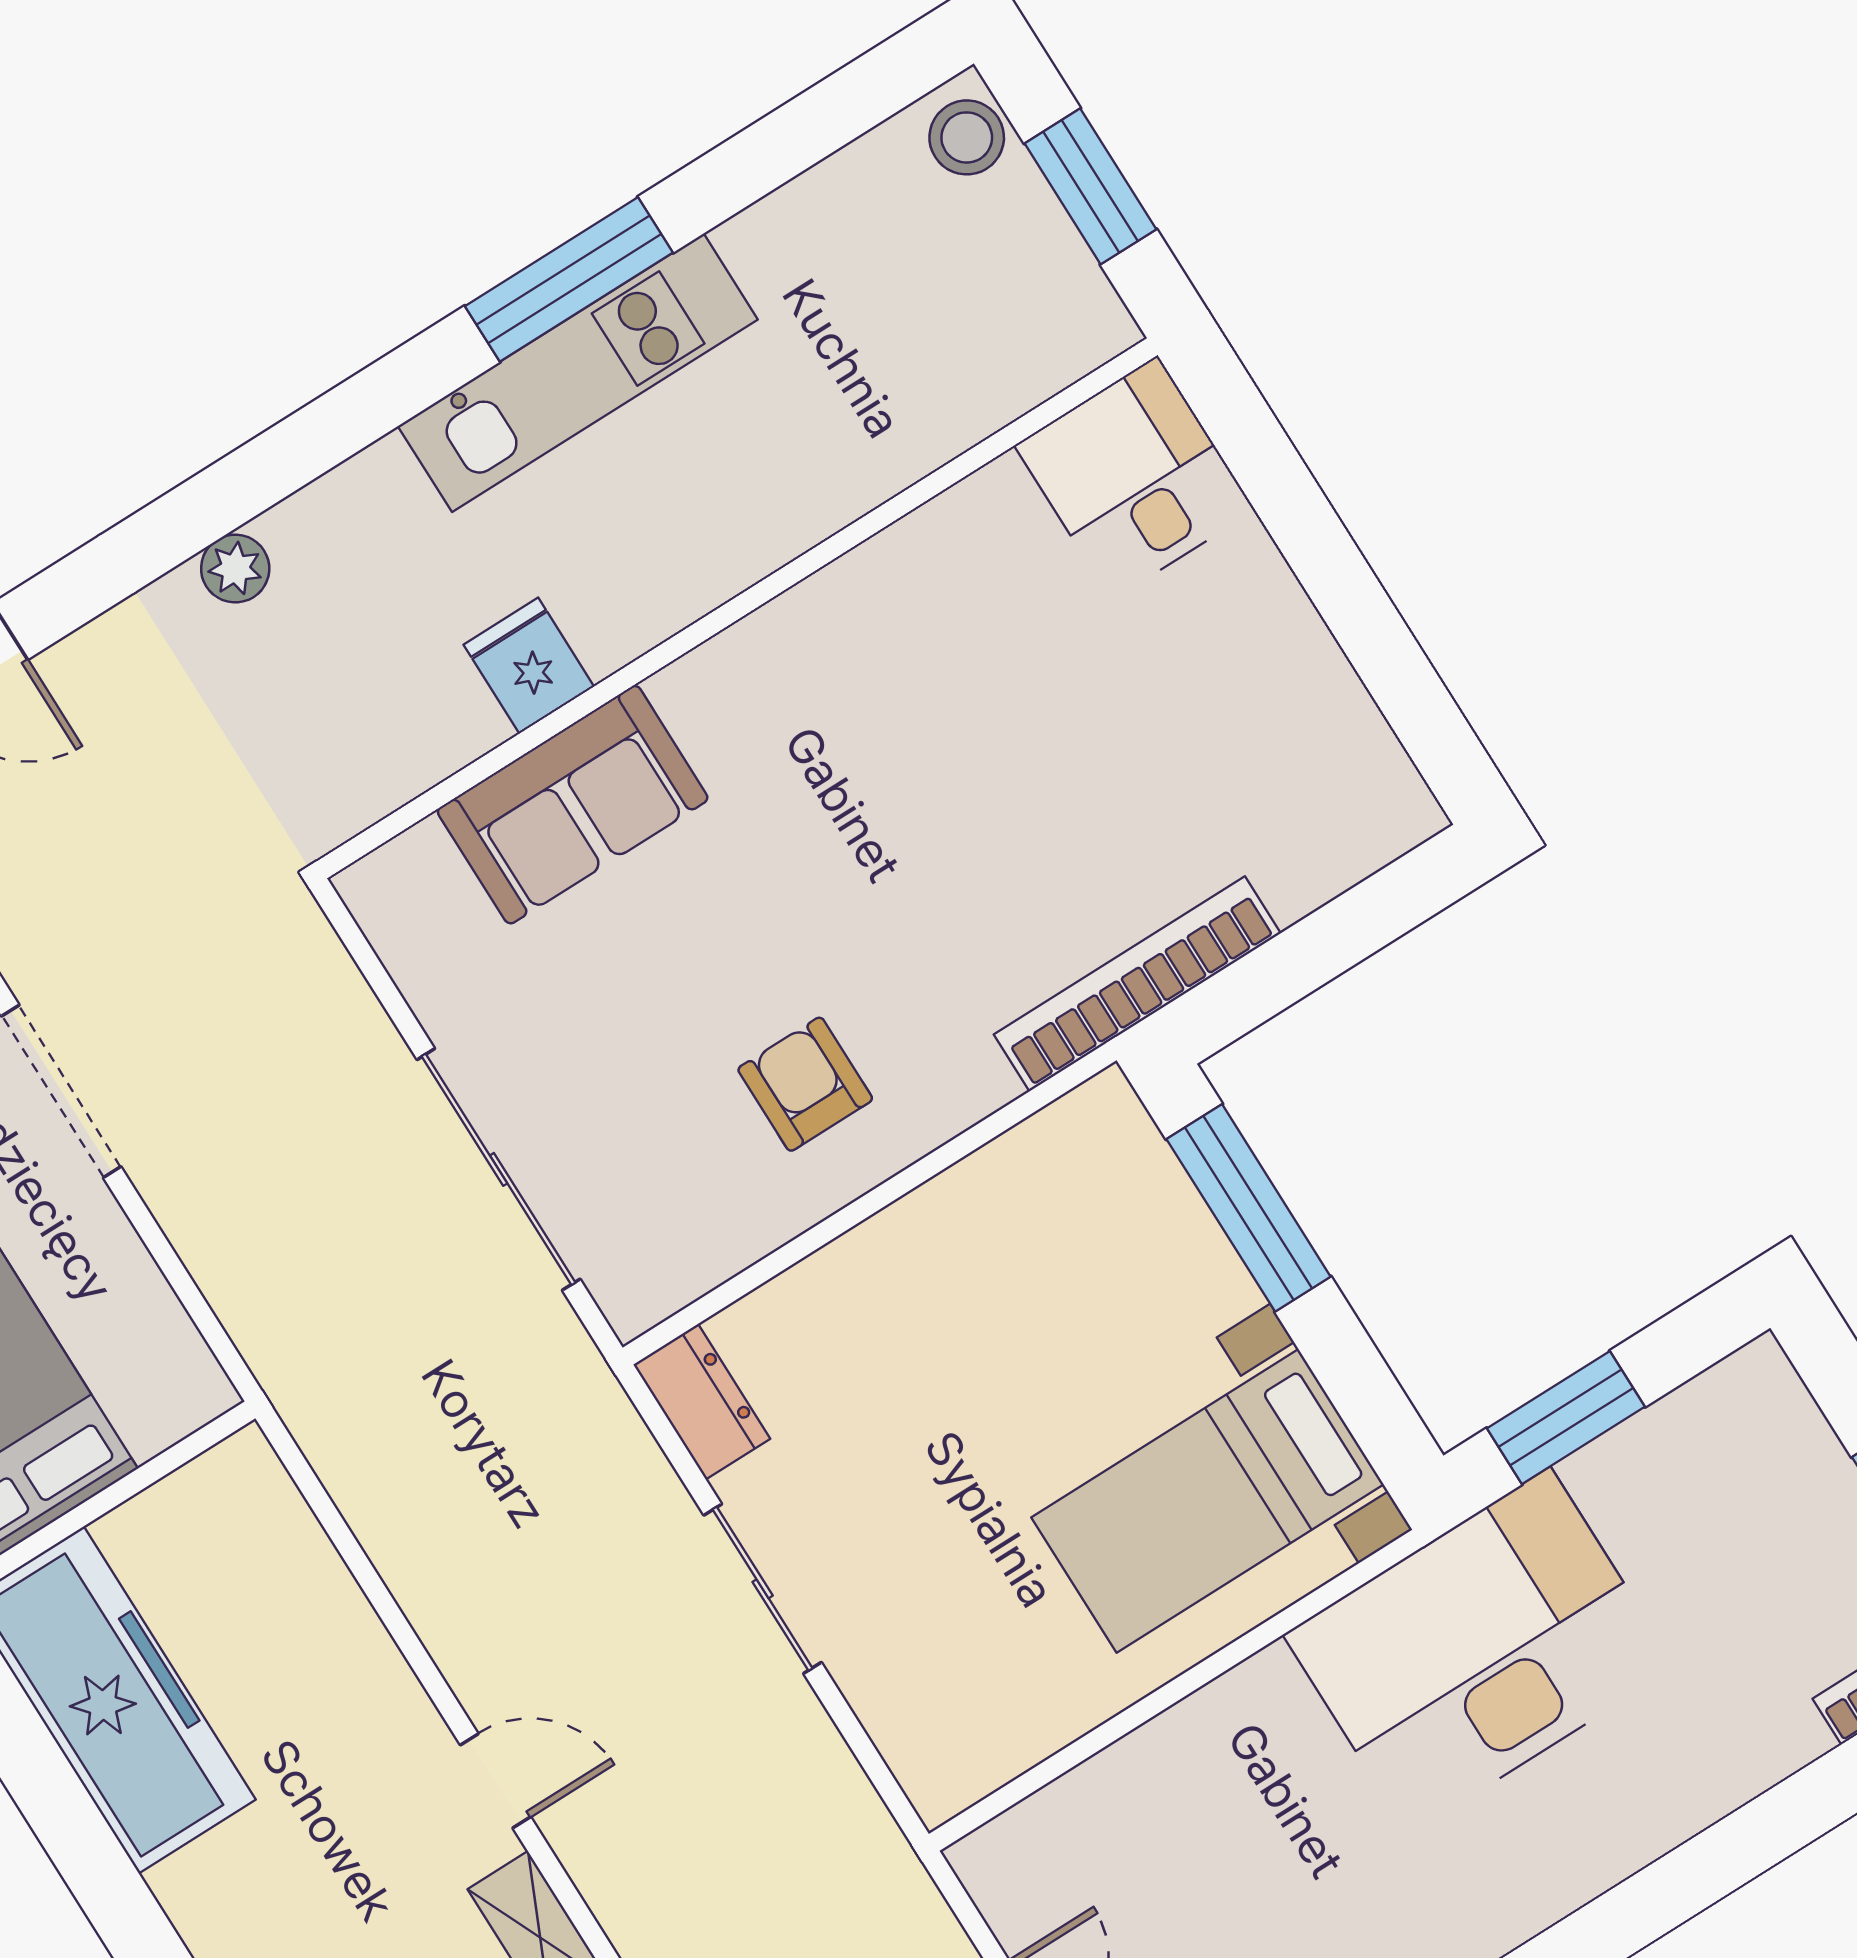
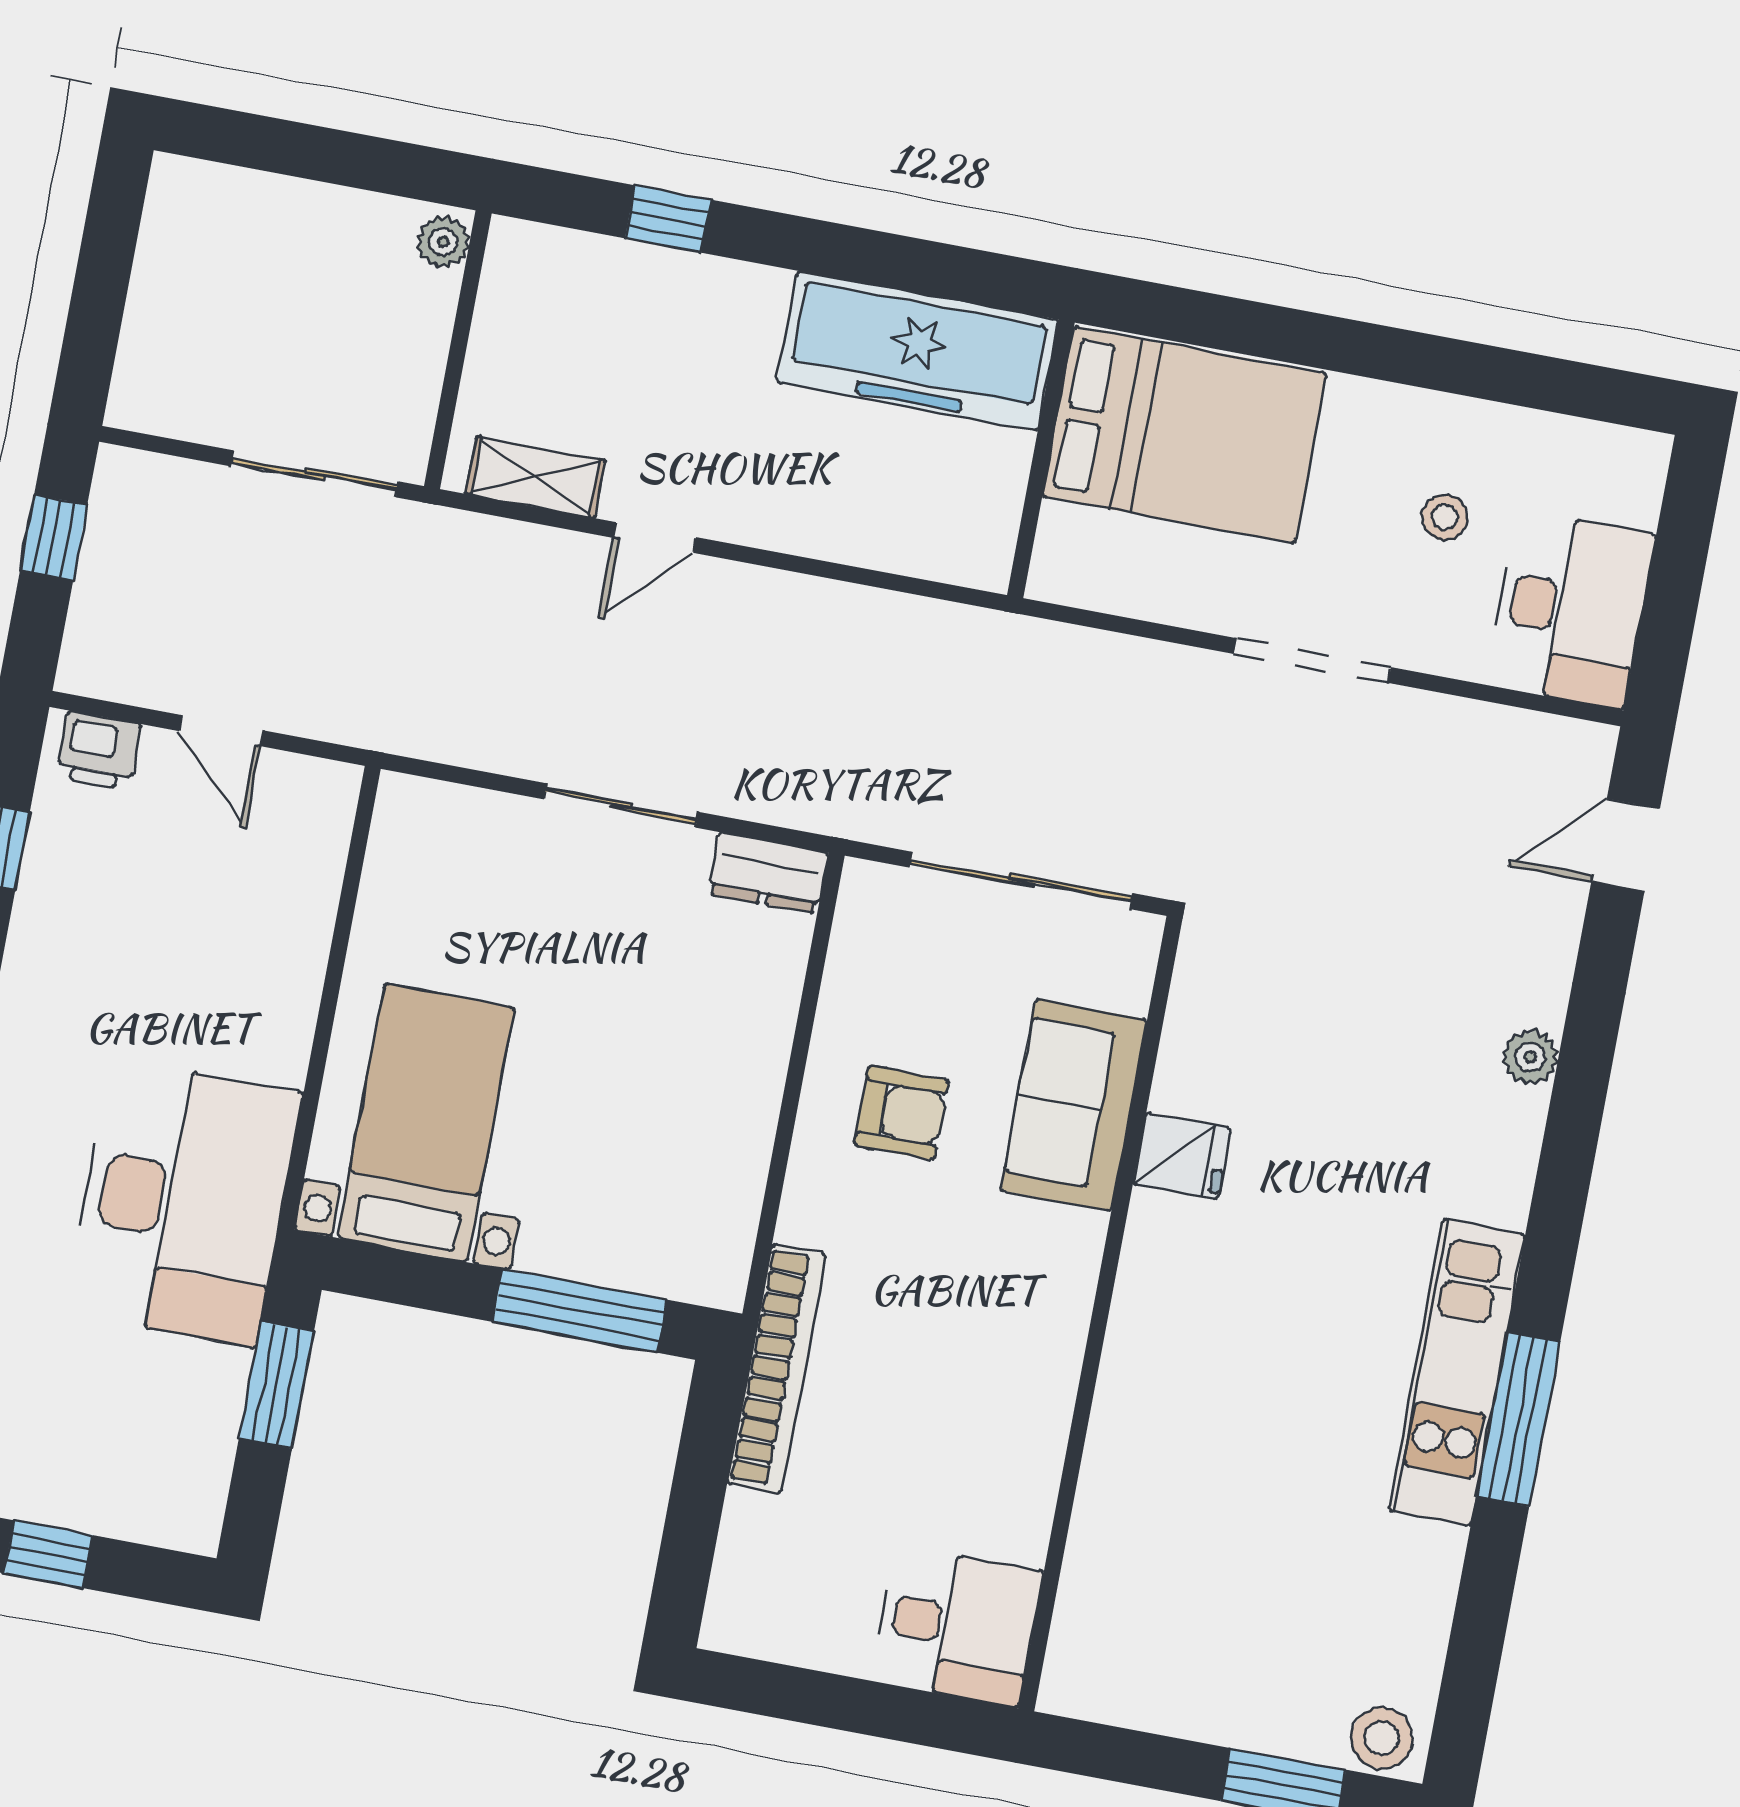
desk: (1135, 478) -> (957, 1626), moved
wall: (737, 608) -> (1100, 1314), moved
fridge: (529, 666) -> (1182, 1156), moved
sofa: (573, 805) -> (1074, 1105), moved

